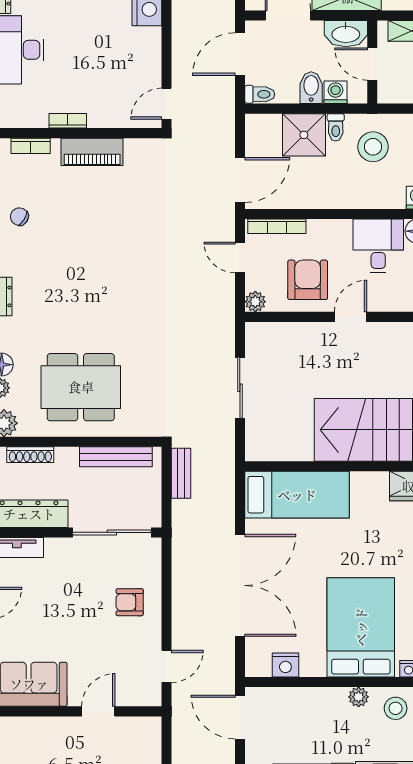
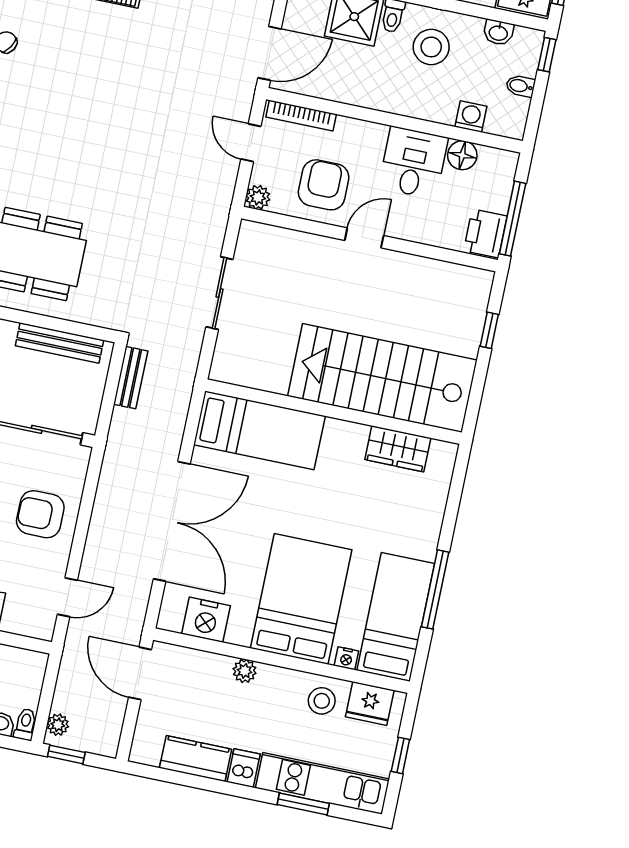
armchair: (130, 602) -> (40, 514), width x1.38, depth x1.38
nightstand: (285, 665) -> (206, 620), width x1.36, depth x1.33
plant: (359, 697) -> (245, 671), moved

